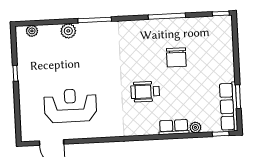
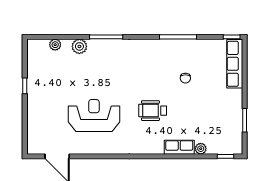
plant: (32, 31) -> (55, 45), moved
chair: (176, 57) -> (185, 78), width x0.54, depth x0.54
reception desk: (70, 106) -> (94, 116), moved
row of seats: (229, 107) -> (235, 64), moved

